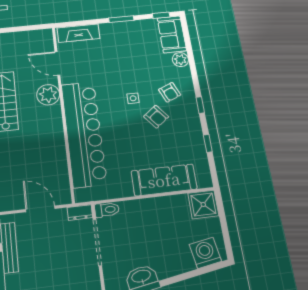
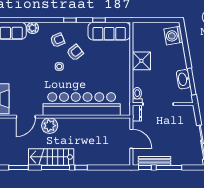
sofa: (164, 180) -> (109, 31), moved, turned -90
shower: (203, 204) -> (141, 61), moved
door: (40, 209) -> (131, 139), swing flipped

